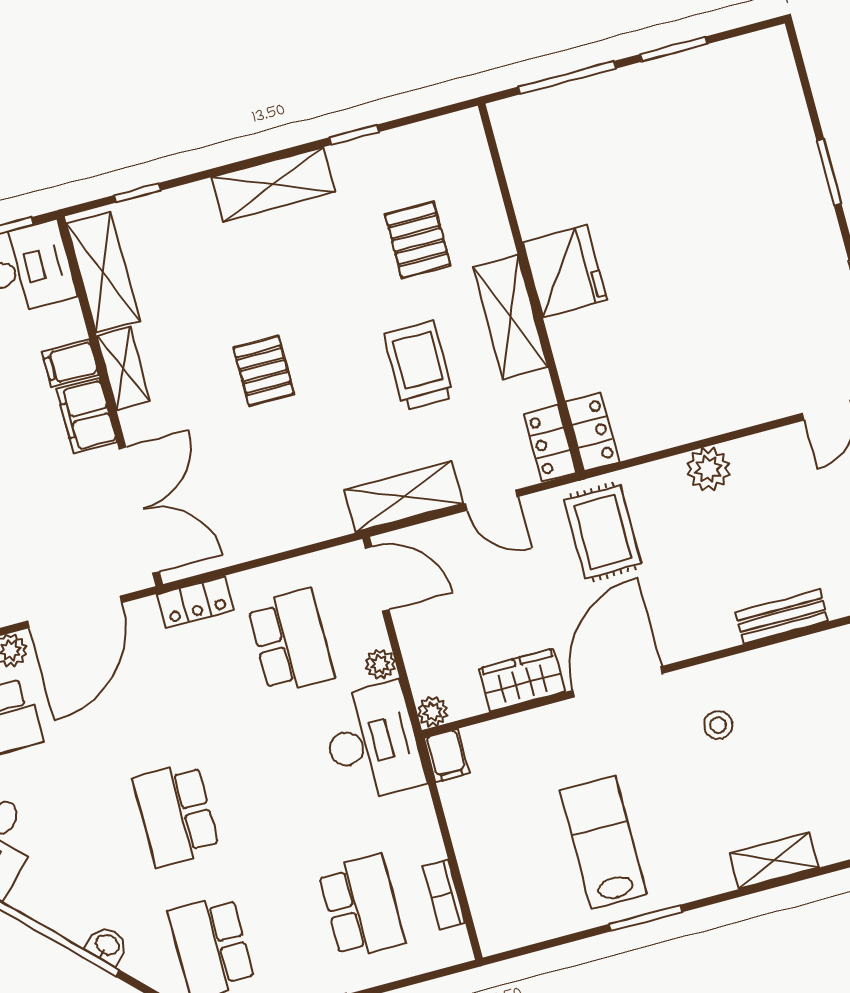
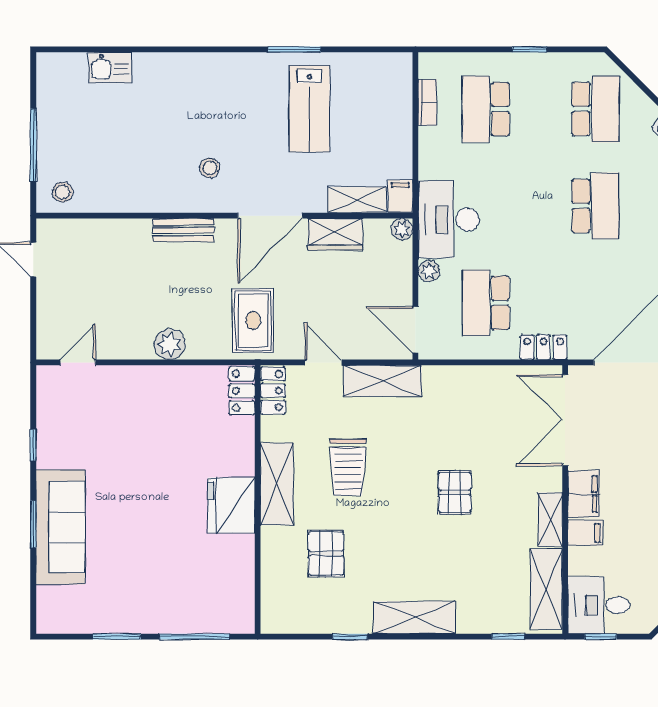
sofa: (791, 179) -> (60, 527), added
bench: (782, 617) -> (183, 230), moved
shelving: (774, 860) -> (357, 200), moved

